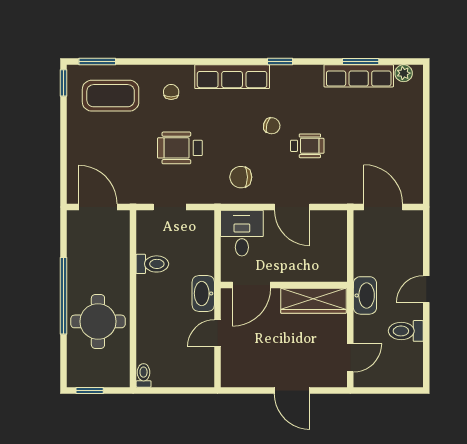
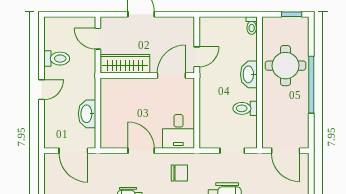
door: (251, 285) -> (171, 75), moved
wall: (284, 285) -> (147, 75), moved
washbasin: (203, 293) -> (249, 74), moved, turned 180
washbasin: (365, 295) -> (87, 114), moved
wardrobe: (314, 301) -> (125, 64), moved
door: (350, 358) -> (98, 39), hinge flipped

